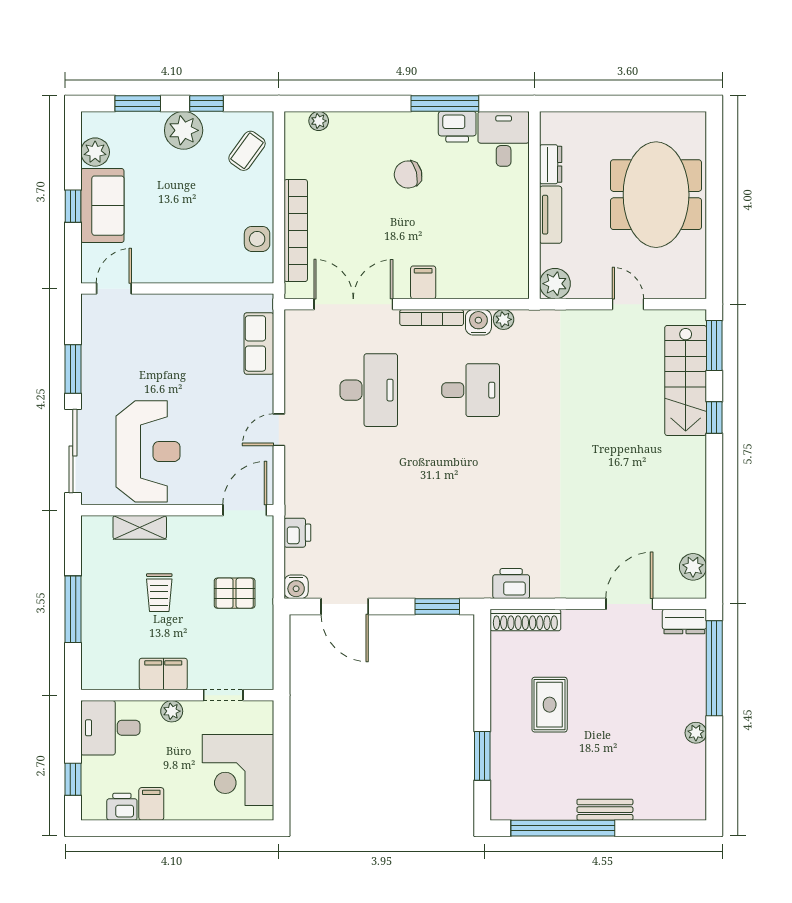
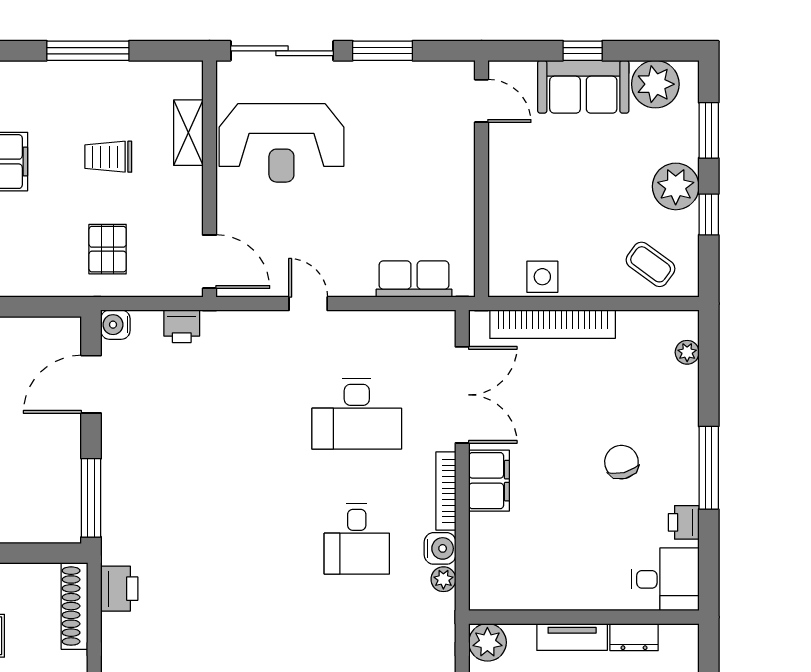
window: (445, 103) -> (709, 468), moved
printer: (457, 127) -> (684, 522), width x0.73, depth x0.81
plant: (95, 152) -> (655, 84), width x1.36, depth x1.36
filing cabinet: (423, 282) -> (489, 481), width x2.00
window: (437, 607) -> (91, 498), width x1.44

